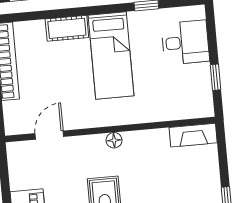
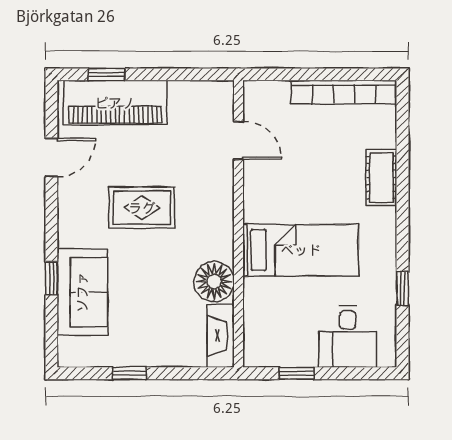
bed: (111, 56) -> (301, 250), moved, turned 180
floor lamp: (114, 140) -> (214, 282), moved, width x1.89, depth x1.89

